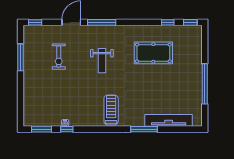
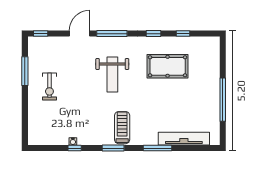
window: (190, 22) -> (153, 34), moved
exercise bike: (59, 57) -> (49, 86), moved
weight bench: (102, 61) -> (112, 75), width x1.36, depth x1.33
window: (41, 129) -> (113, 148), moved

